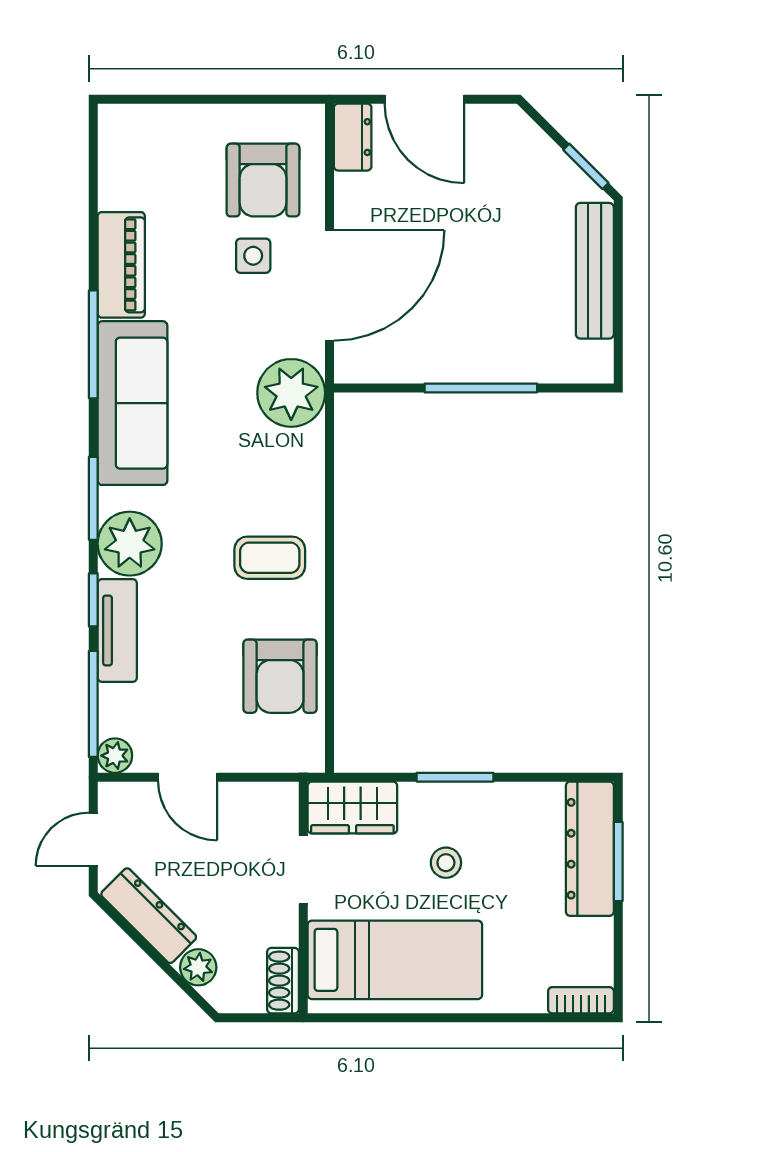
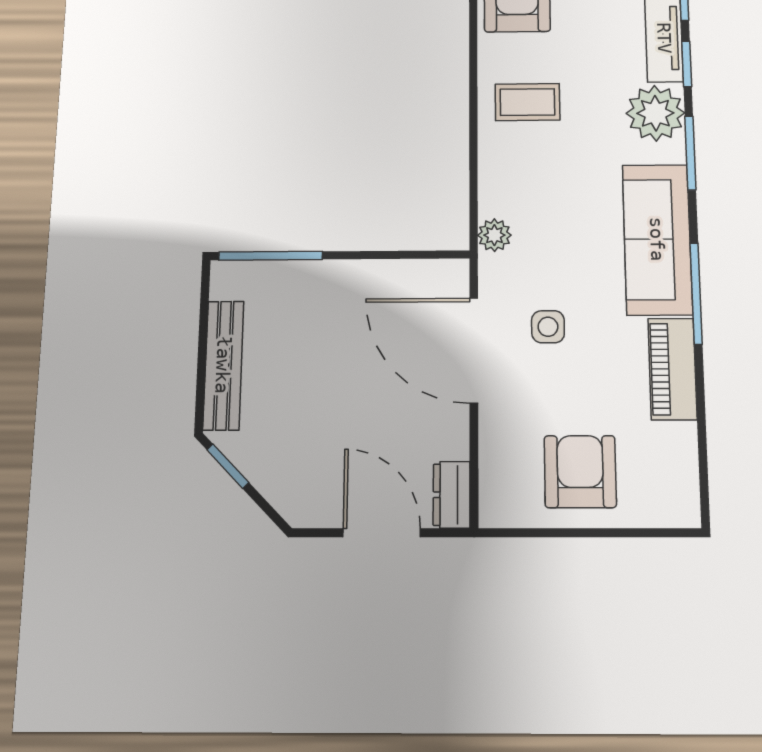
armchair: (263, 180) -> (580, 472), moved
side table: (253, 256) -> (548, 327), moved
door: (329, 285) -> (474, 350), hinge flipped
window: (481, 388) -> (271, 256), moved
plant: (291, 393) -> (494, 235), width x0.53, depth x0.53

